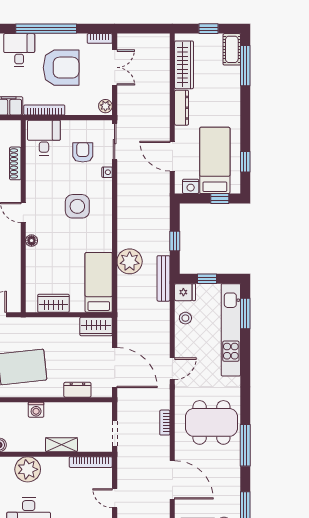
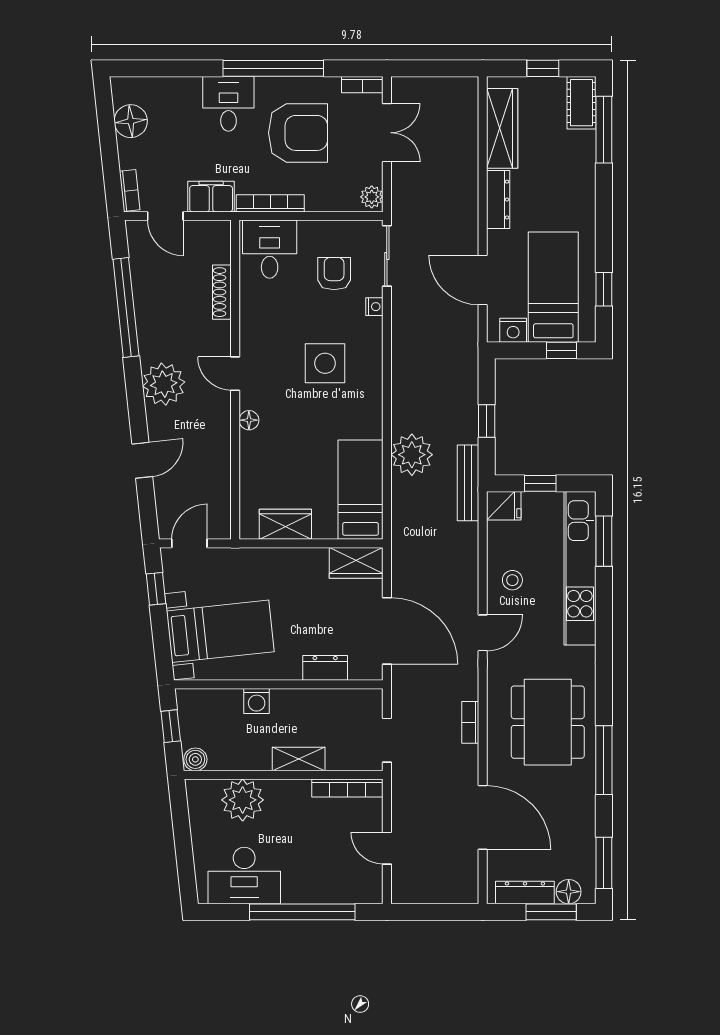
stool: (185, 318) -> (512, 580), moved
dining table: (211, 422) -> (548, 722), turned 90

